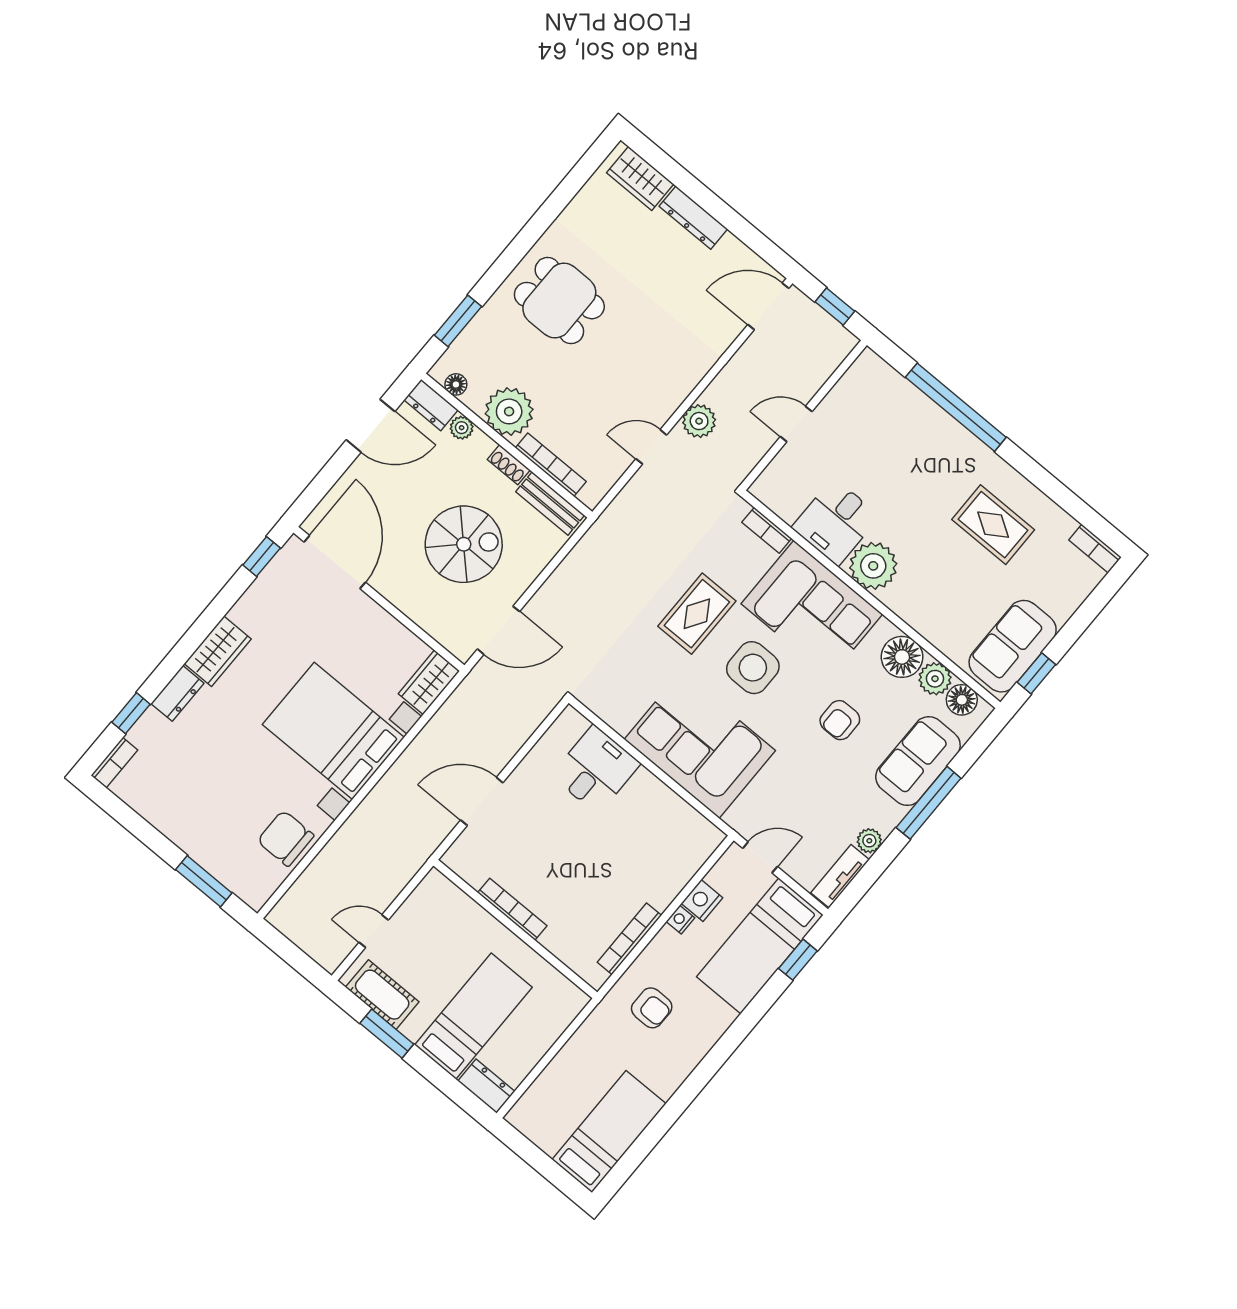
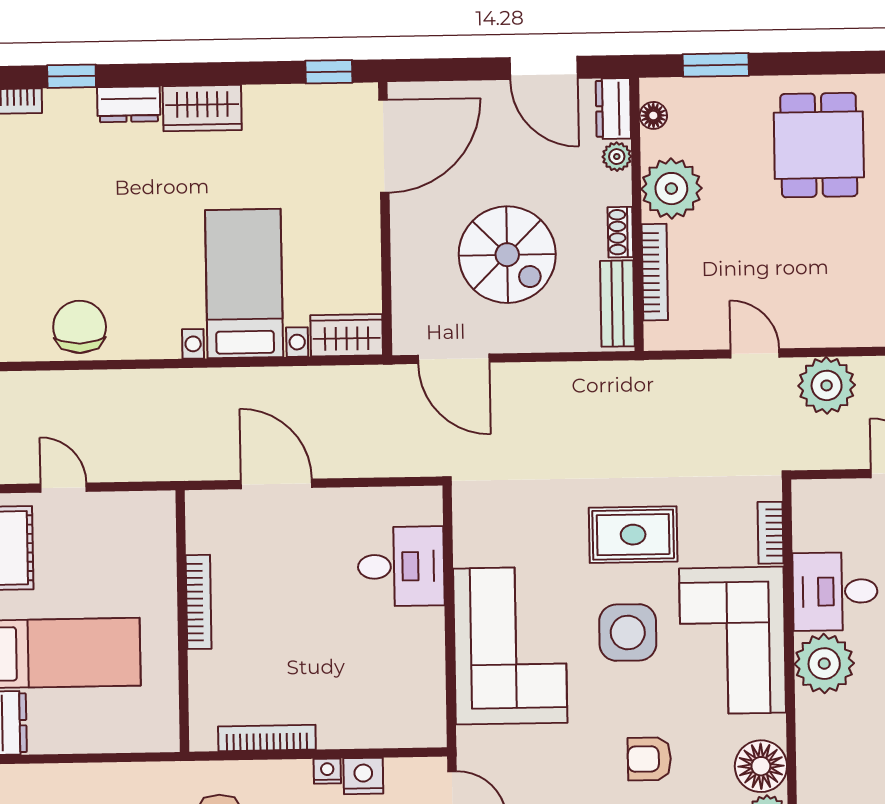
plant: (699, 421) -> (827, 385), width x1.36, depth x1.36
bed with nightstands: (333, 731) -> (244, 284), width x0.73

